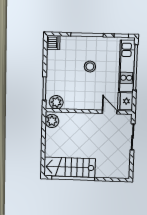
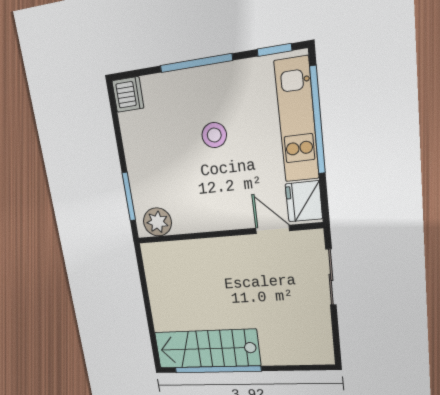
plant: (52, 121) -> (156, 261), removed

